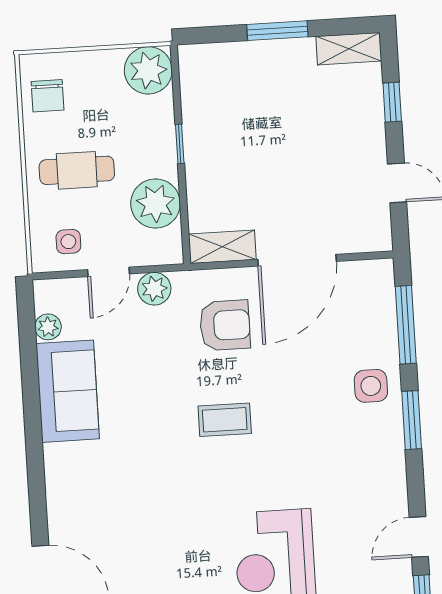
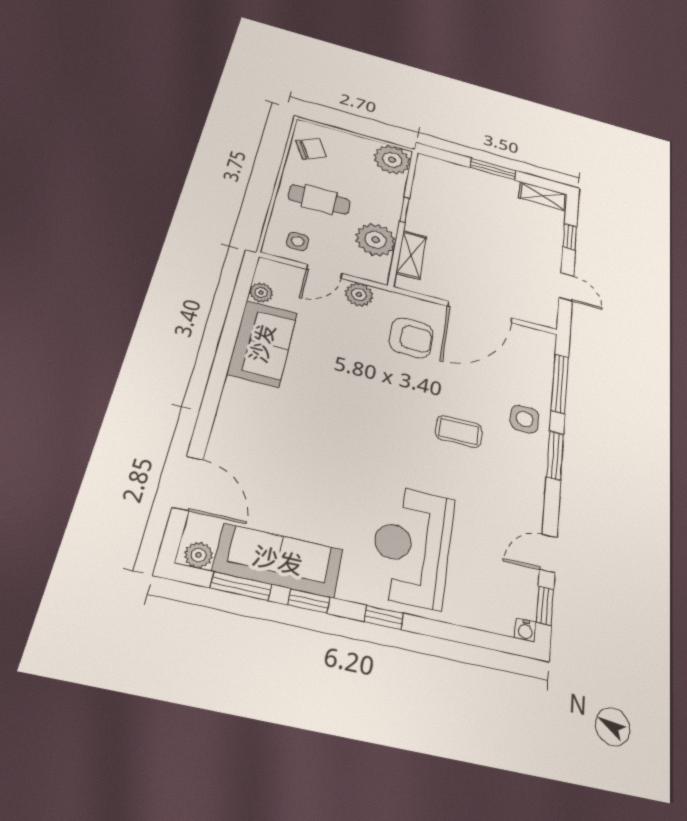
chair: (48, 96) -> (311, 149), turned -118
shelving: (222, 247) -> (411, 255), moved, turned 90
coffee table: (225, 420) -> (459, 431), moved

